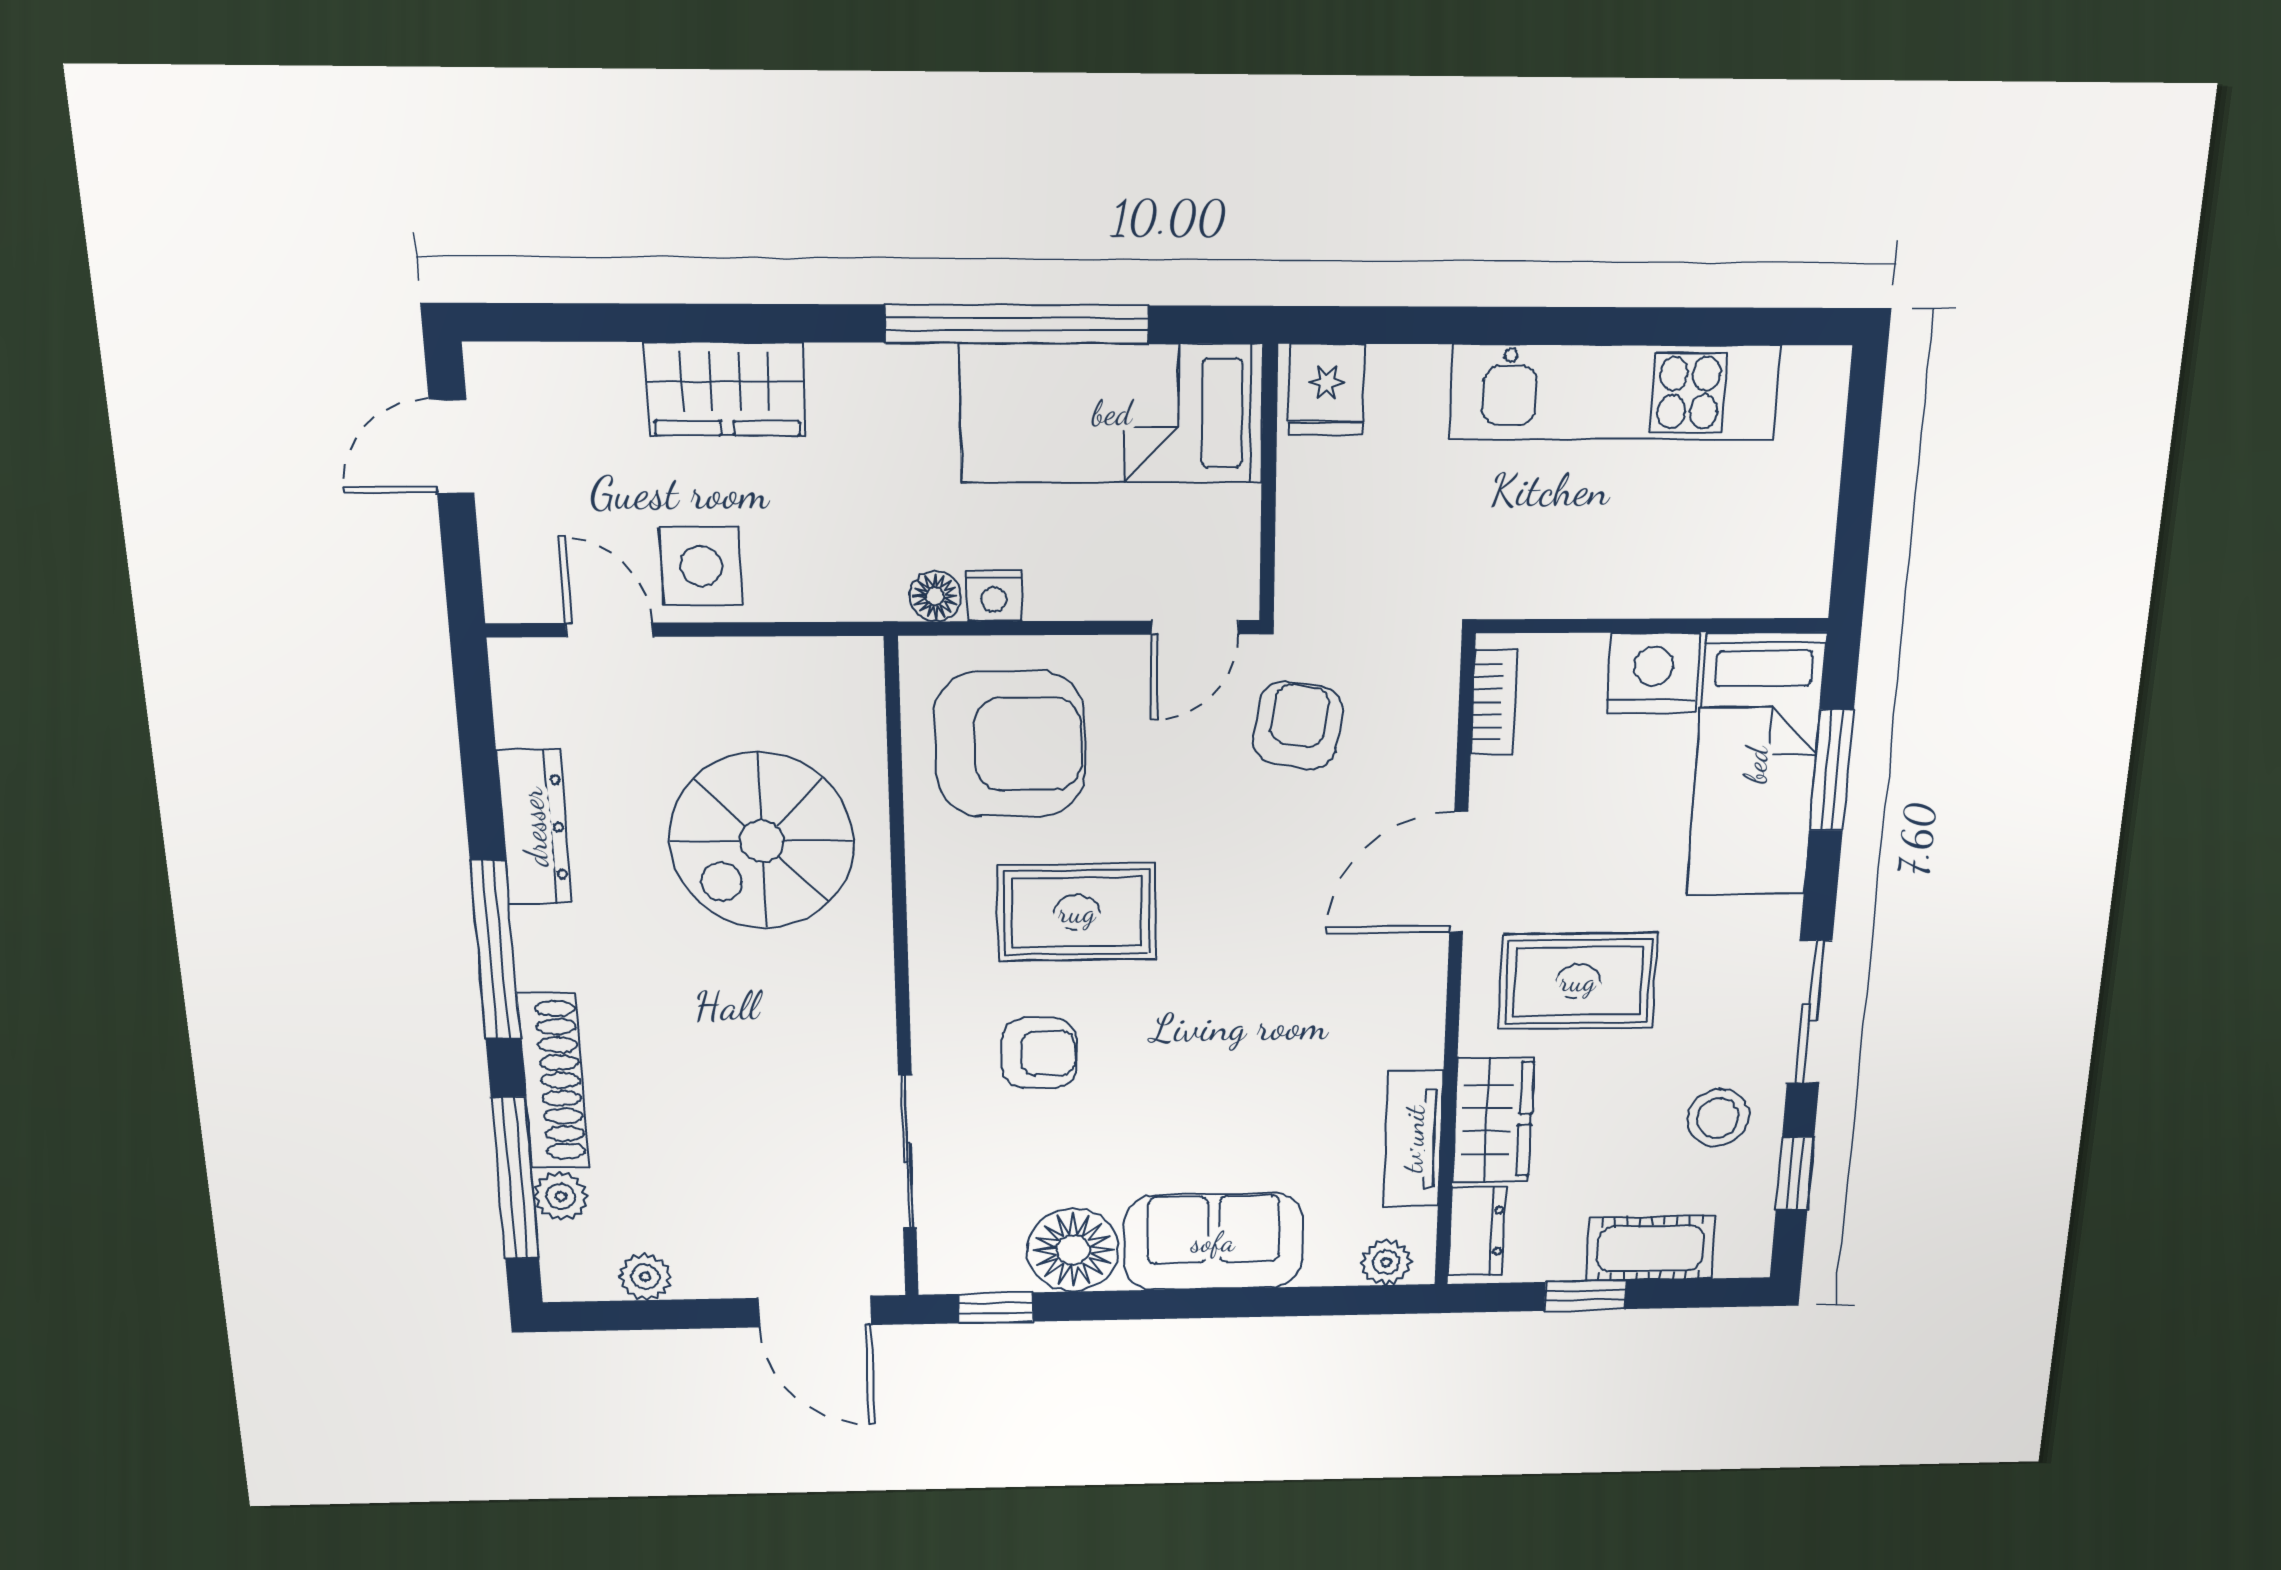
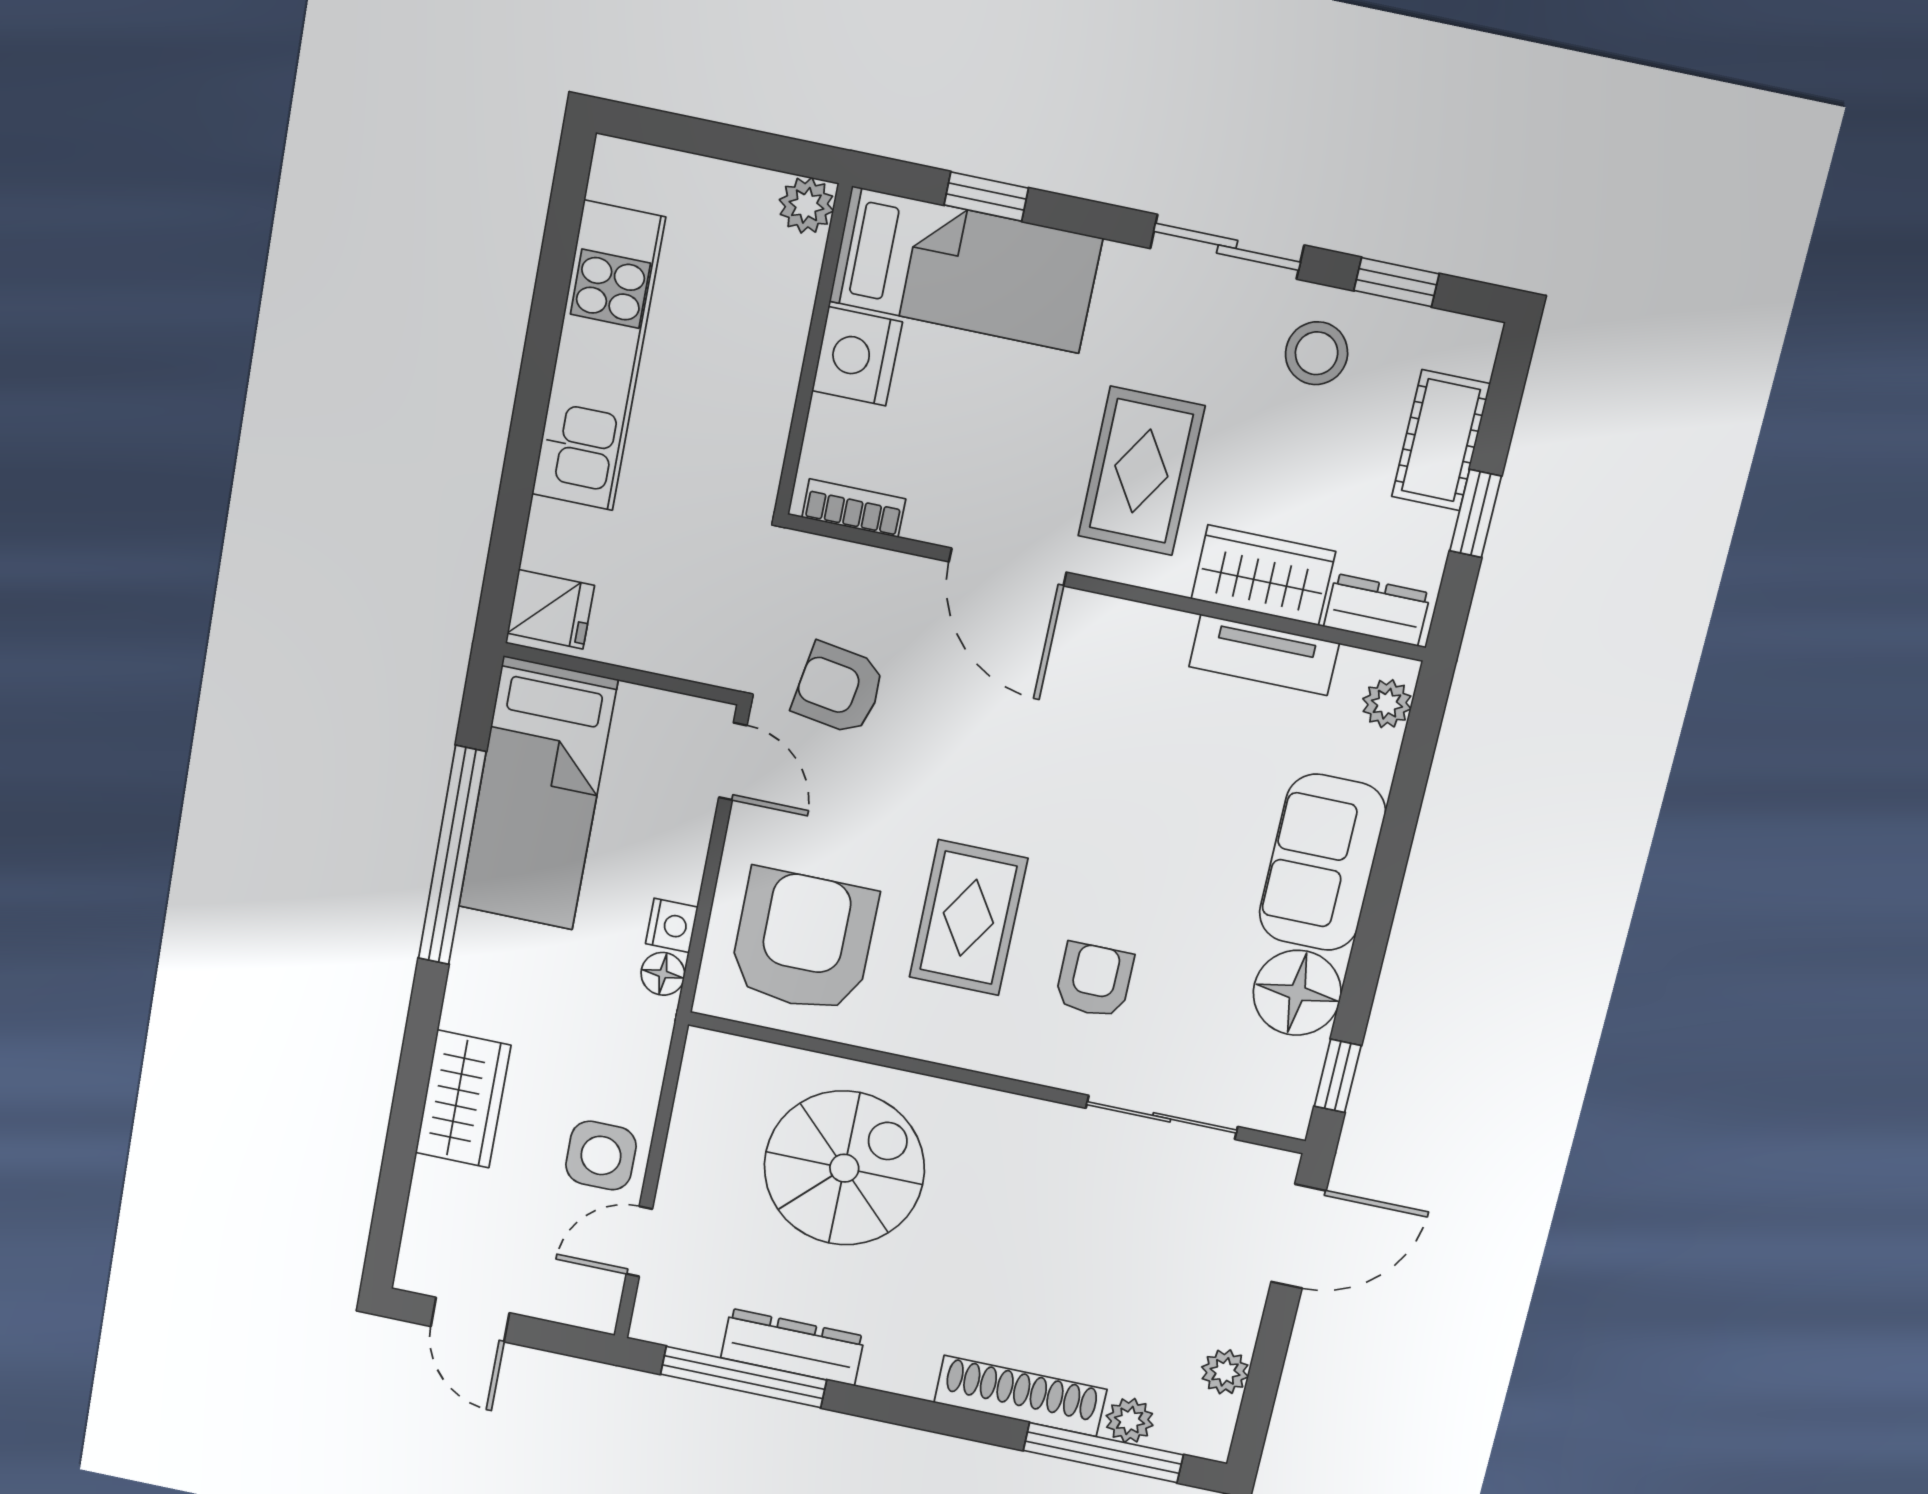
plant: (1802, 588) -> (806, 205), added
window: (1832, 770) -> (986, 197), width x0.67
spiral stairs: (762, 841) -> (844, 1168), turned -90
window: (495, 951) -> (744, 1377), moved

